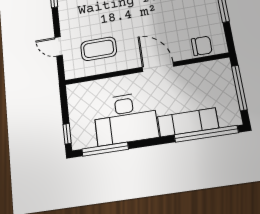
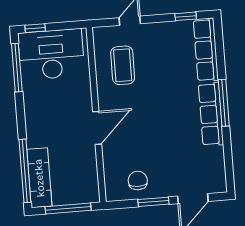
chair: (202, 46) -> (138, 180), moved, turned 180
desk: (125, 119) -> (51, 54), moved, turned 90
exam couch: (188, 122) -> (39, 178), moved

